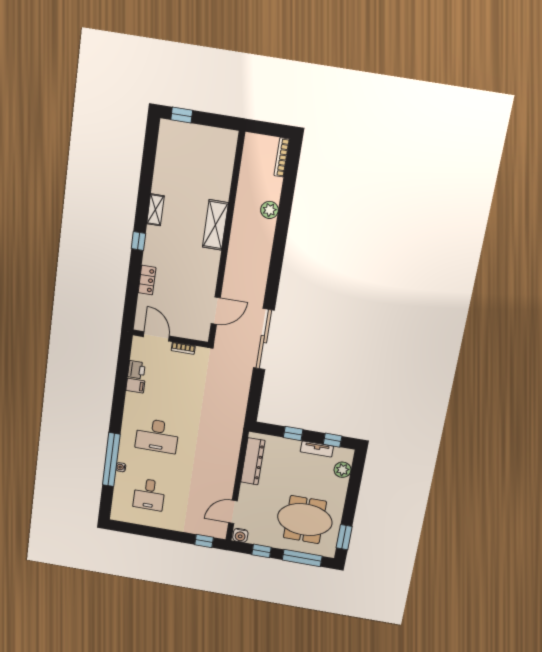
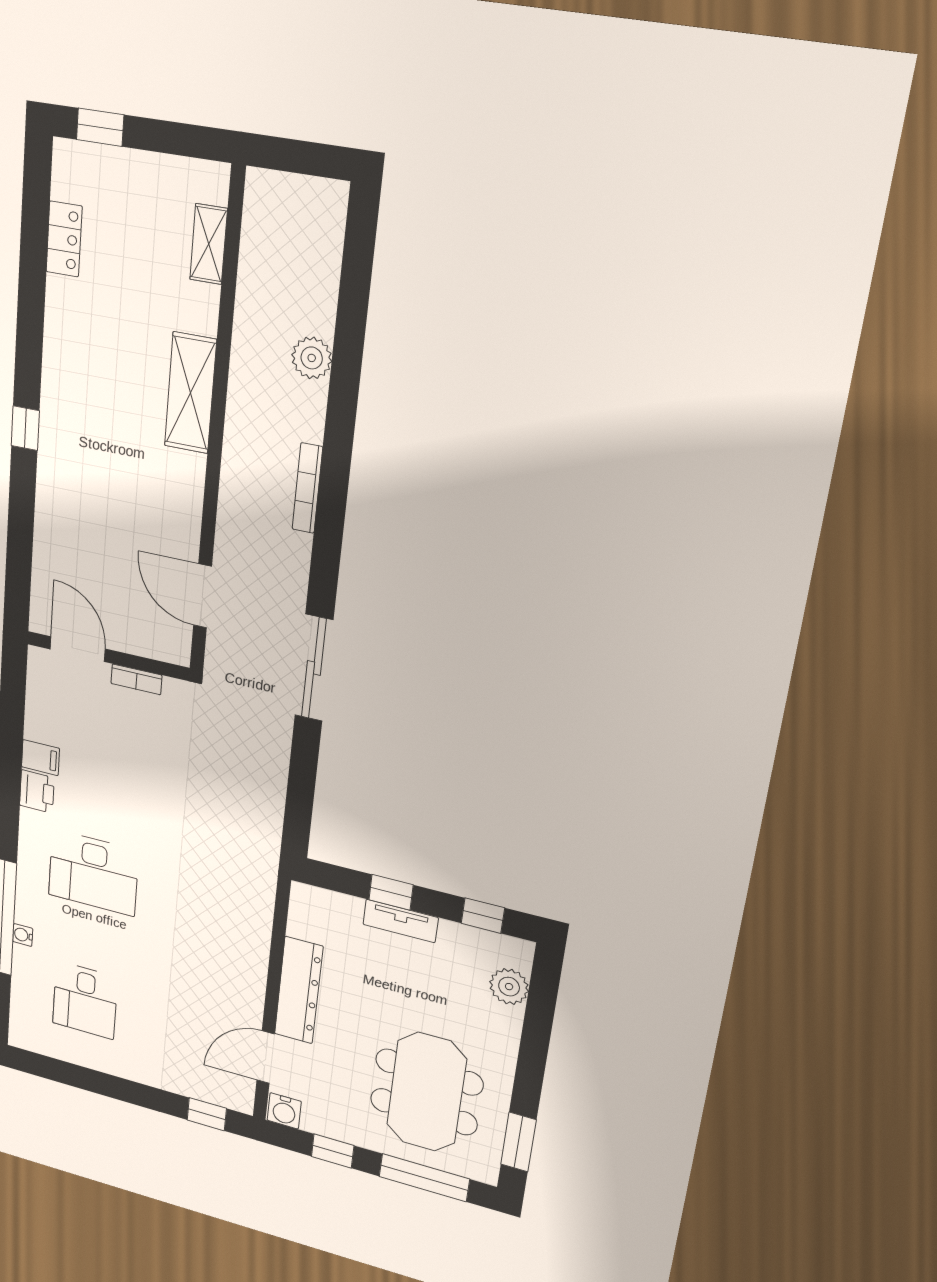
bookcase: (282, 157) -> (307, 488), moved
shelving: (155, 210) -> (209, 244), moved
locker: (147, 280) -> (64, 239), moved
door: (216, 311) -> (203, 596), swing flipped
sliding door: (264, 339) -> (314, 668), width x0.73
printer: (136, 370) -> (37, 791), moved
tv unit: (317, 449) -> (401, 921), moved
dresser: (253, 461) -> (299, 990), moved
meeting table: (305, 520) -> (426, 1092), turned 90

